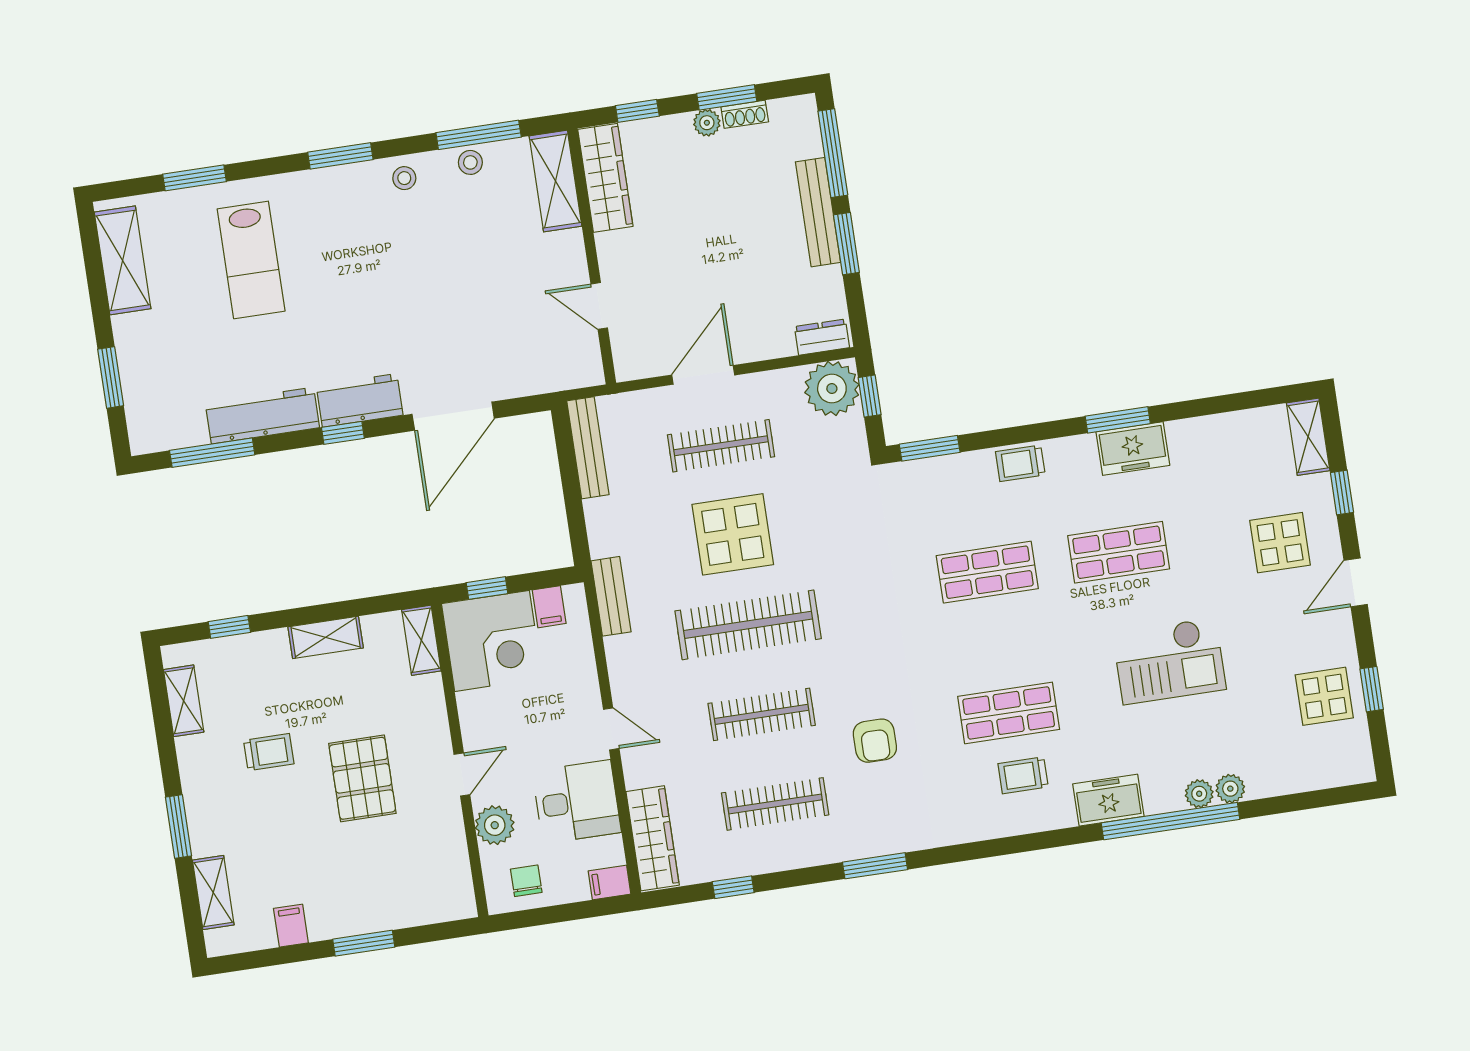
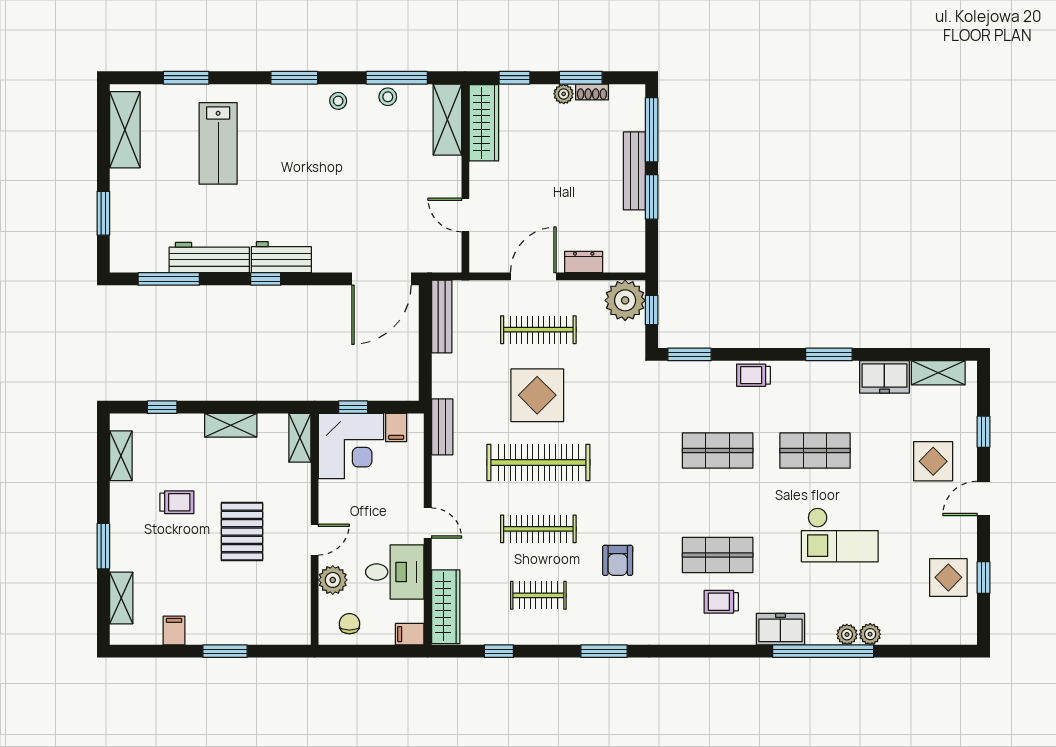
dresser: (822, 337) -> (584, 262), moved
door: (453, 416) -> (381, 279), moved
shelving: (1308, 437) -> (938, 373), moved, turned 90
freezer: (1133, 449) -> (884, 377), moved
clothes rail: (775, 804) -> (538, 595), width x0.73

